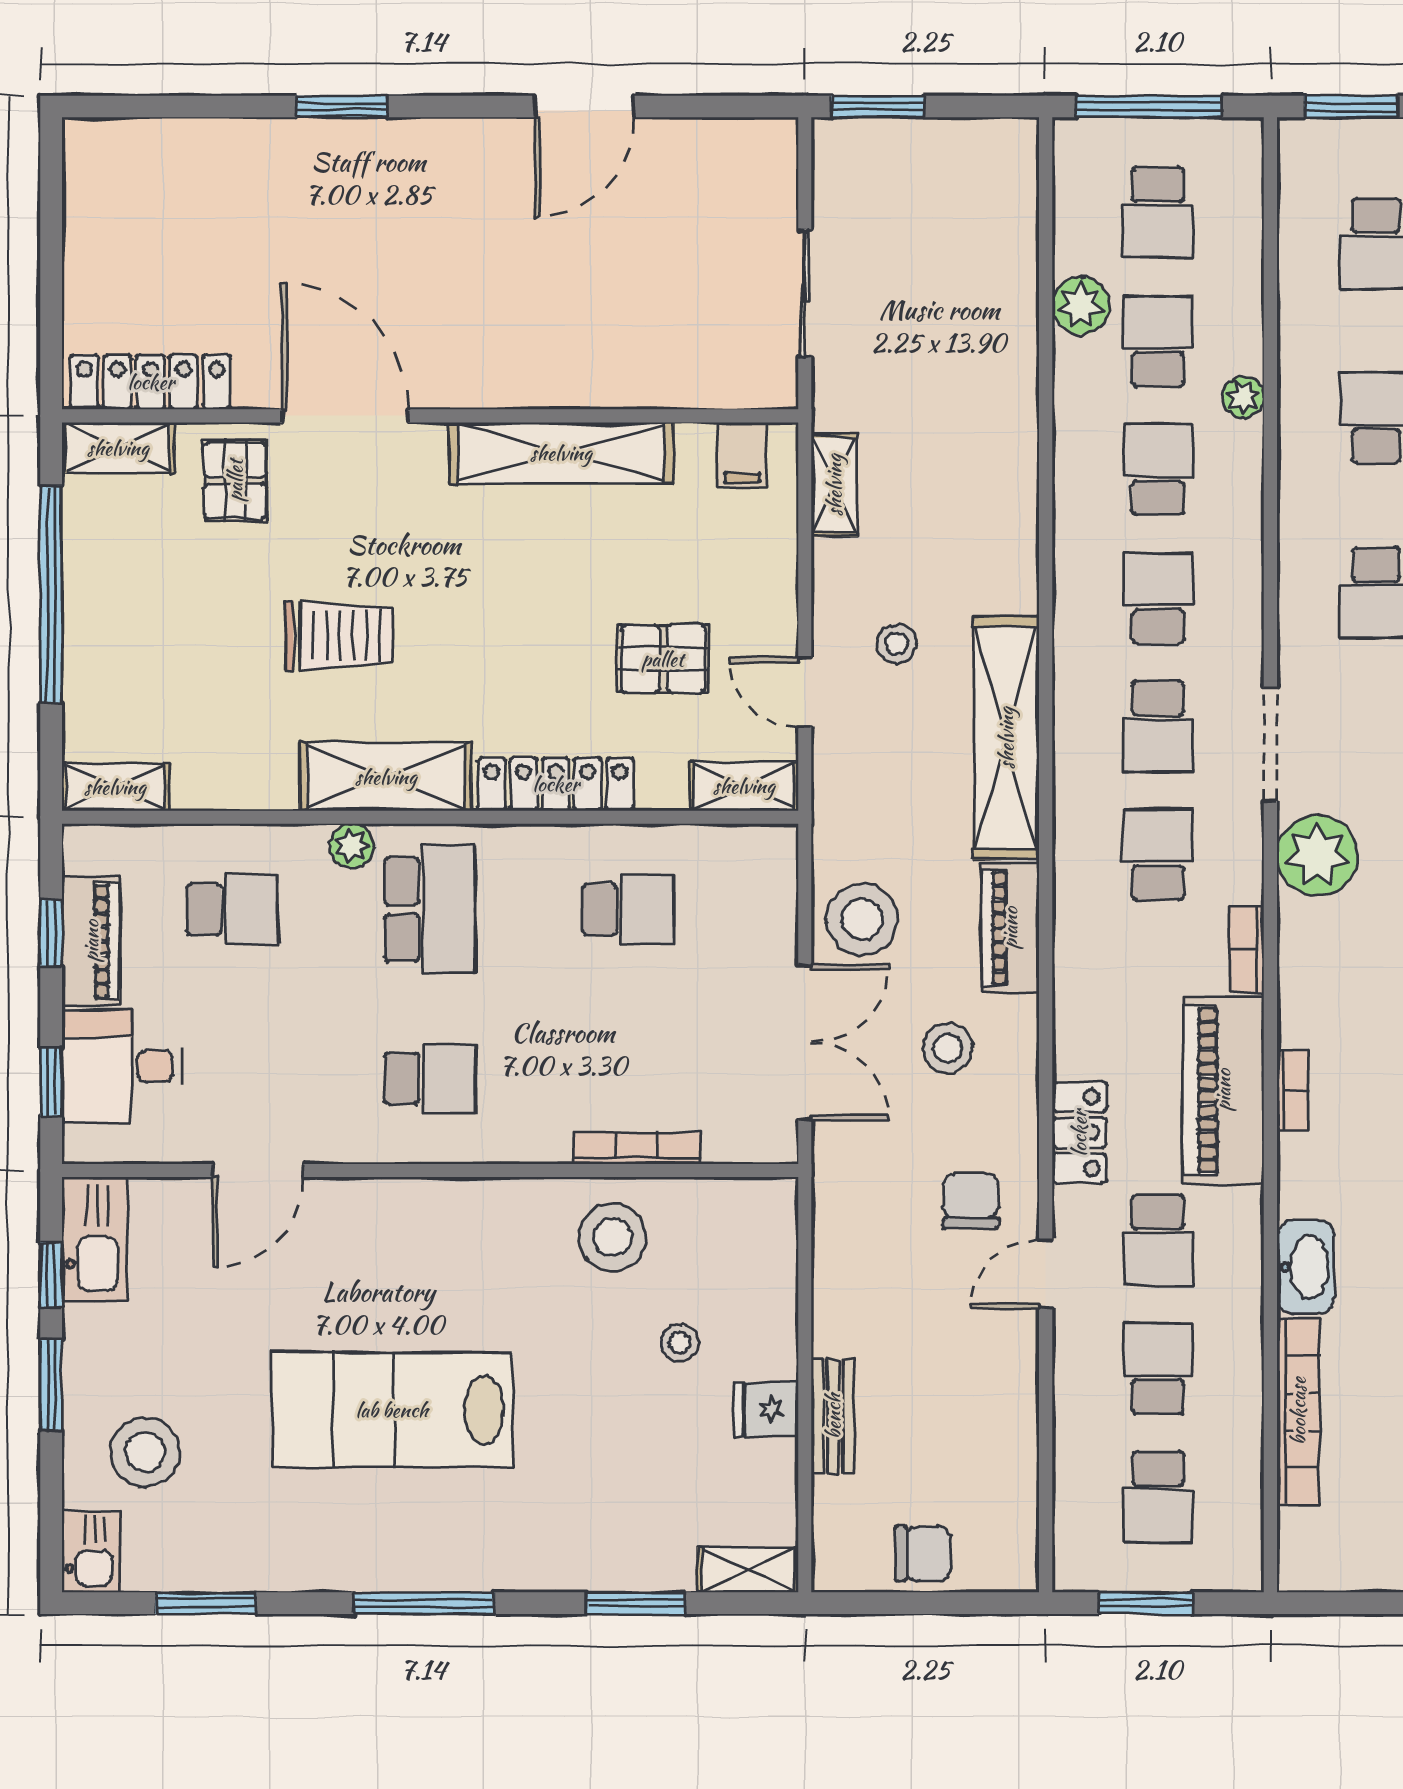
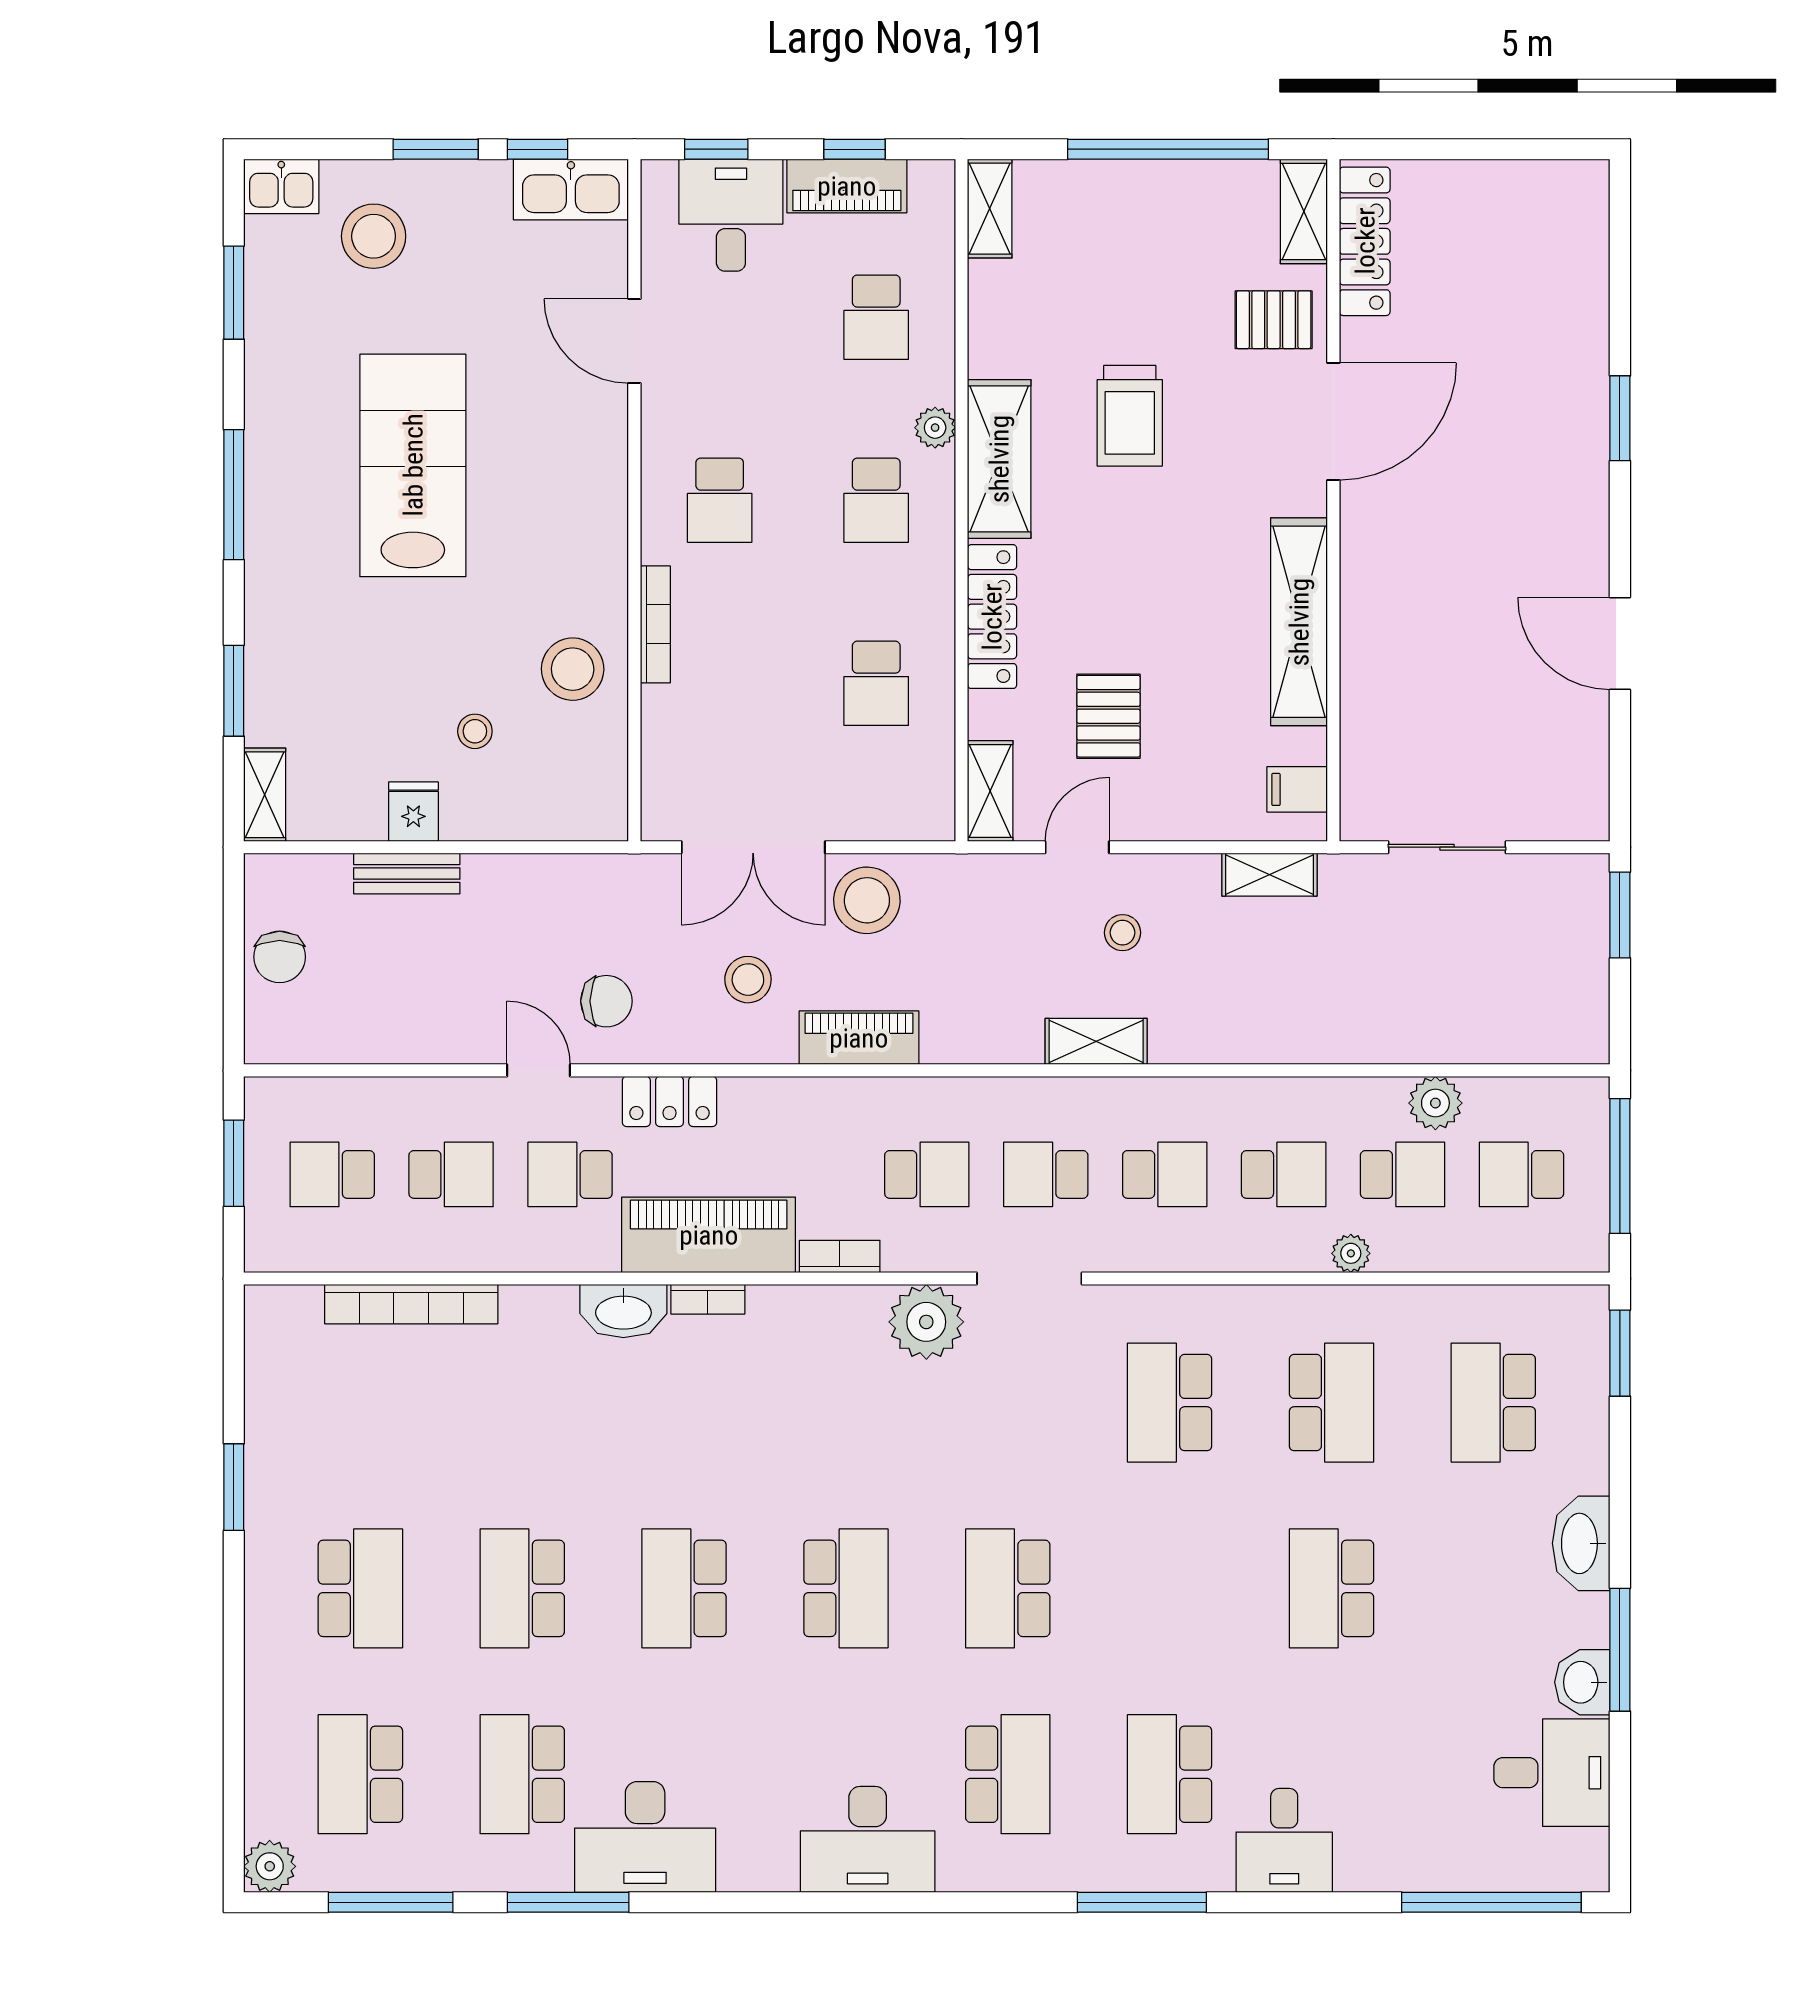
shelving: (1006, 738) -> (1096, 1041), width x0.45, depth x0.75
school desk: (430, 909) -> (876, 500), width x0.54
bookcase: (637, 1148) -> (655, 624), moved
washbasin: (1306, 1267) -> (623, 1311), moved

